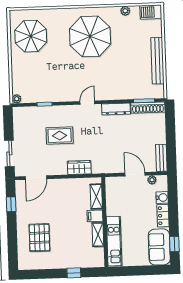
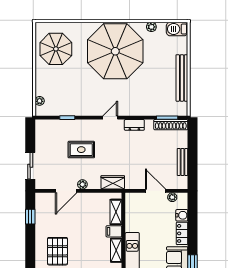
parasol: (90, 36) -> (115, 51), width x1.36, depth x1.36
plant: (17, 99) -> (40, 101), moved
dresser: (116, 109) -> (134, 125), width x0.70
bench: (161, 158) -> (183, 162), moved
wardrobe: (79, 168) -> (113, 182), moved
plant: (62, 170) -> (82, 184), added
door: (36, 178) -> (66, 191), moved

